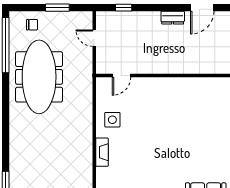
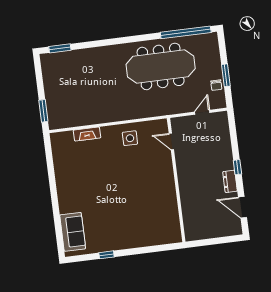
window: (124, 8) -> (237, 167), moved
chair: (32, 25) -> (216, 85), moved
fireplace: (102, 152) -> (87, 134), moved

